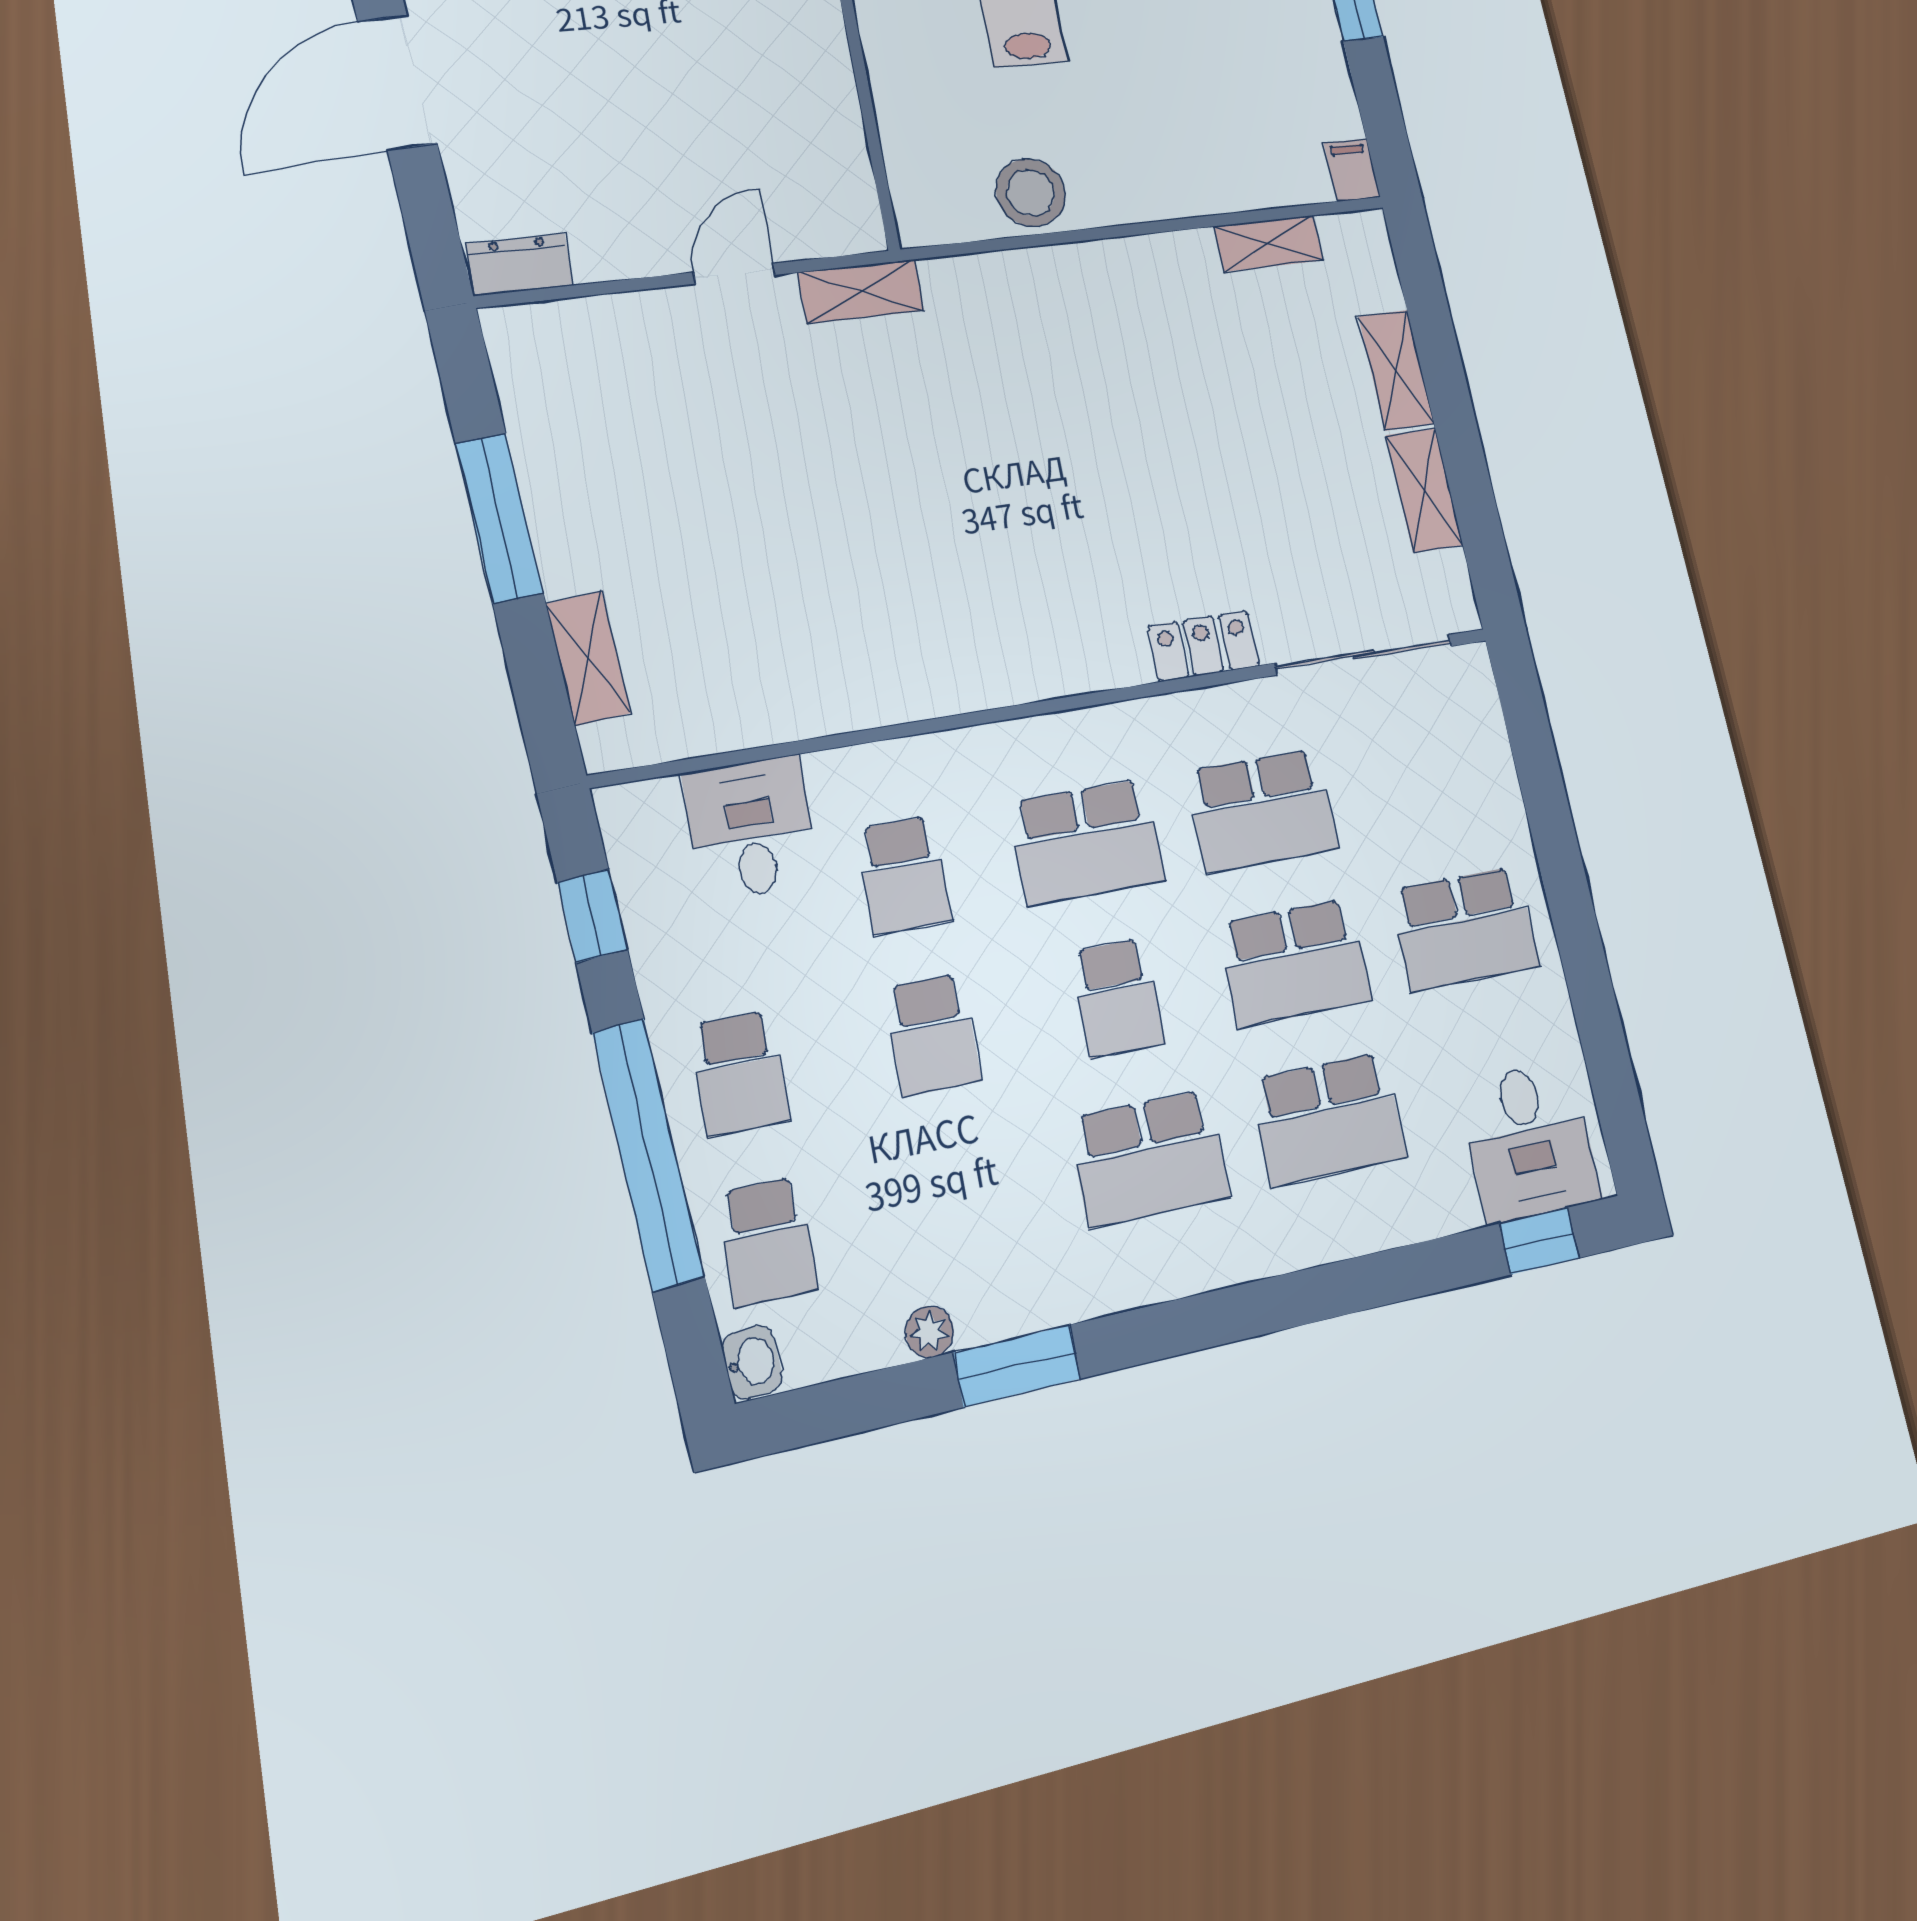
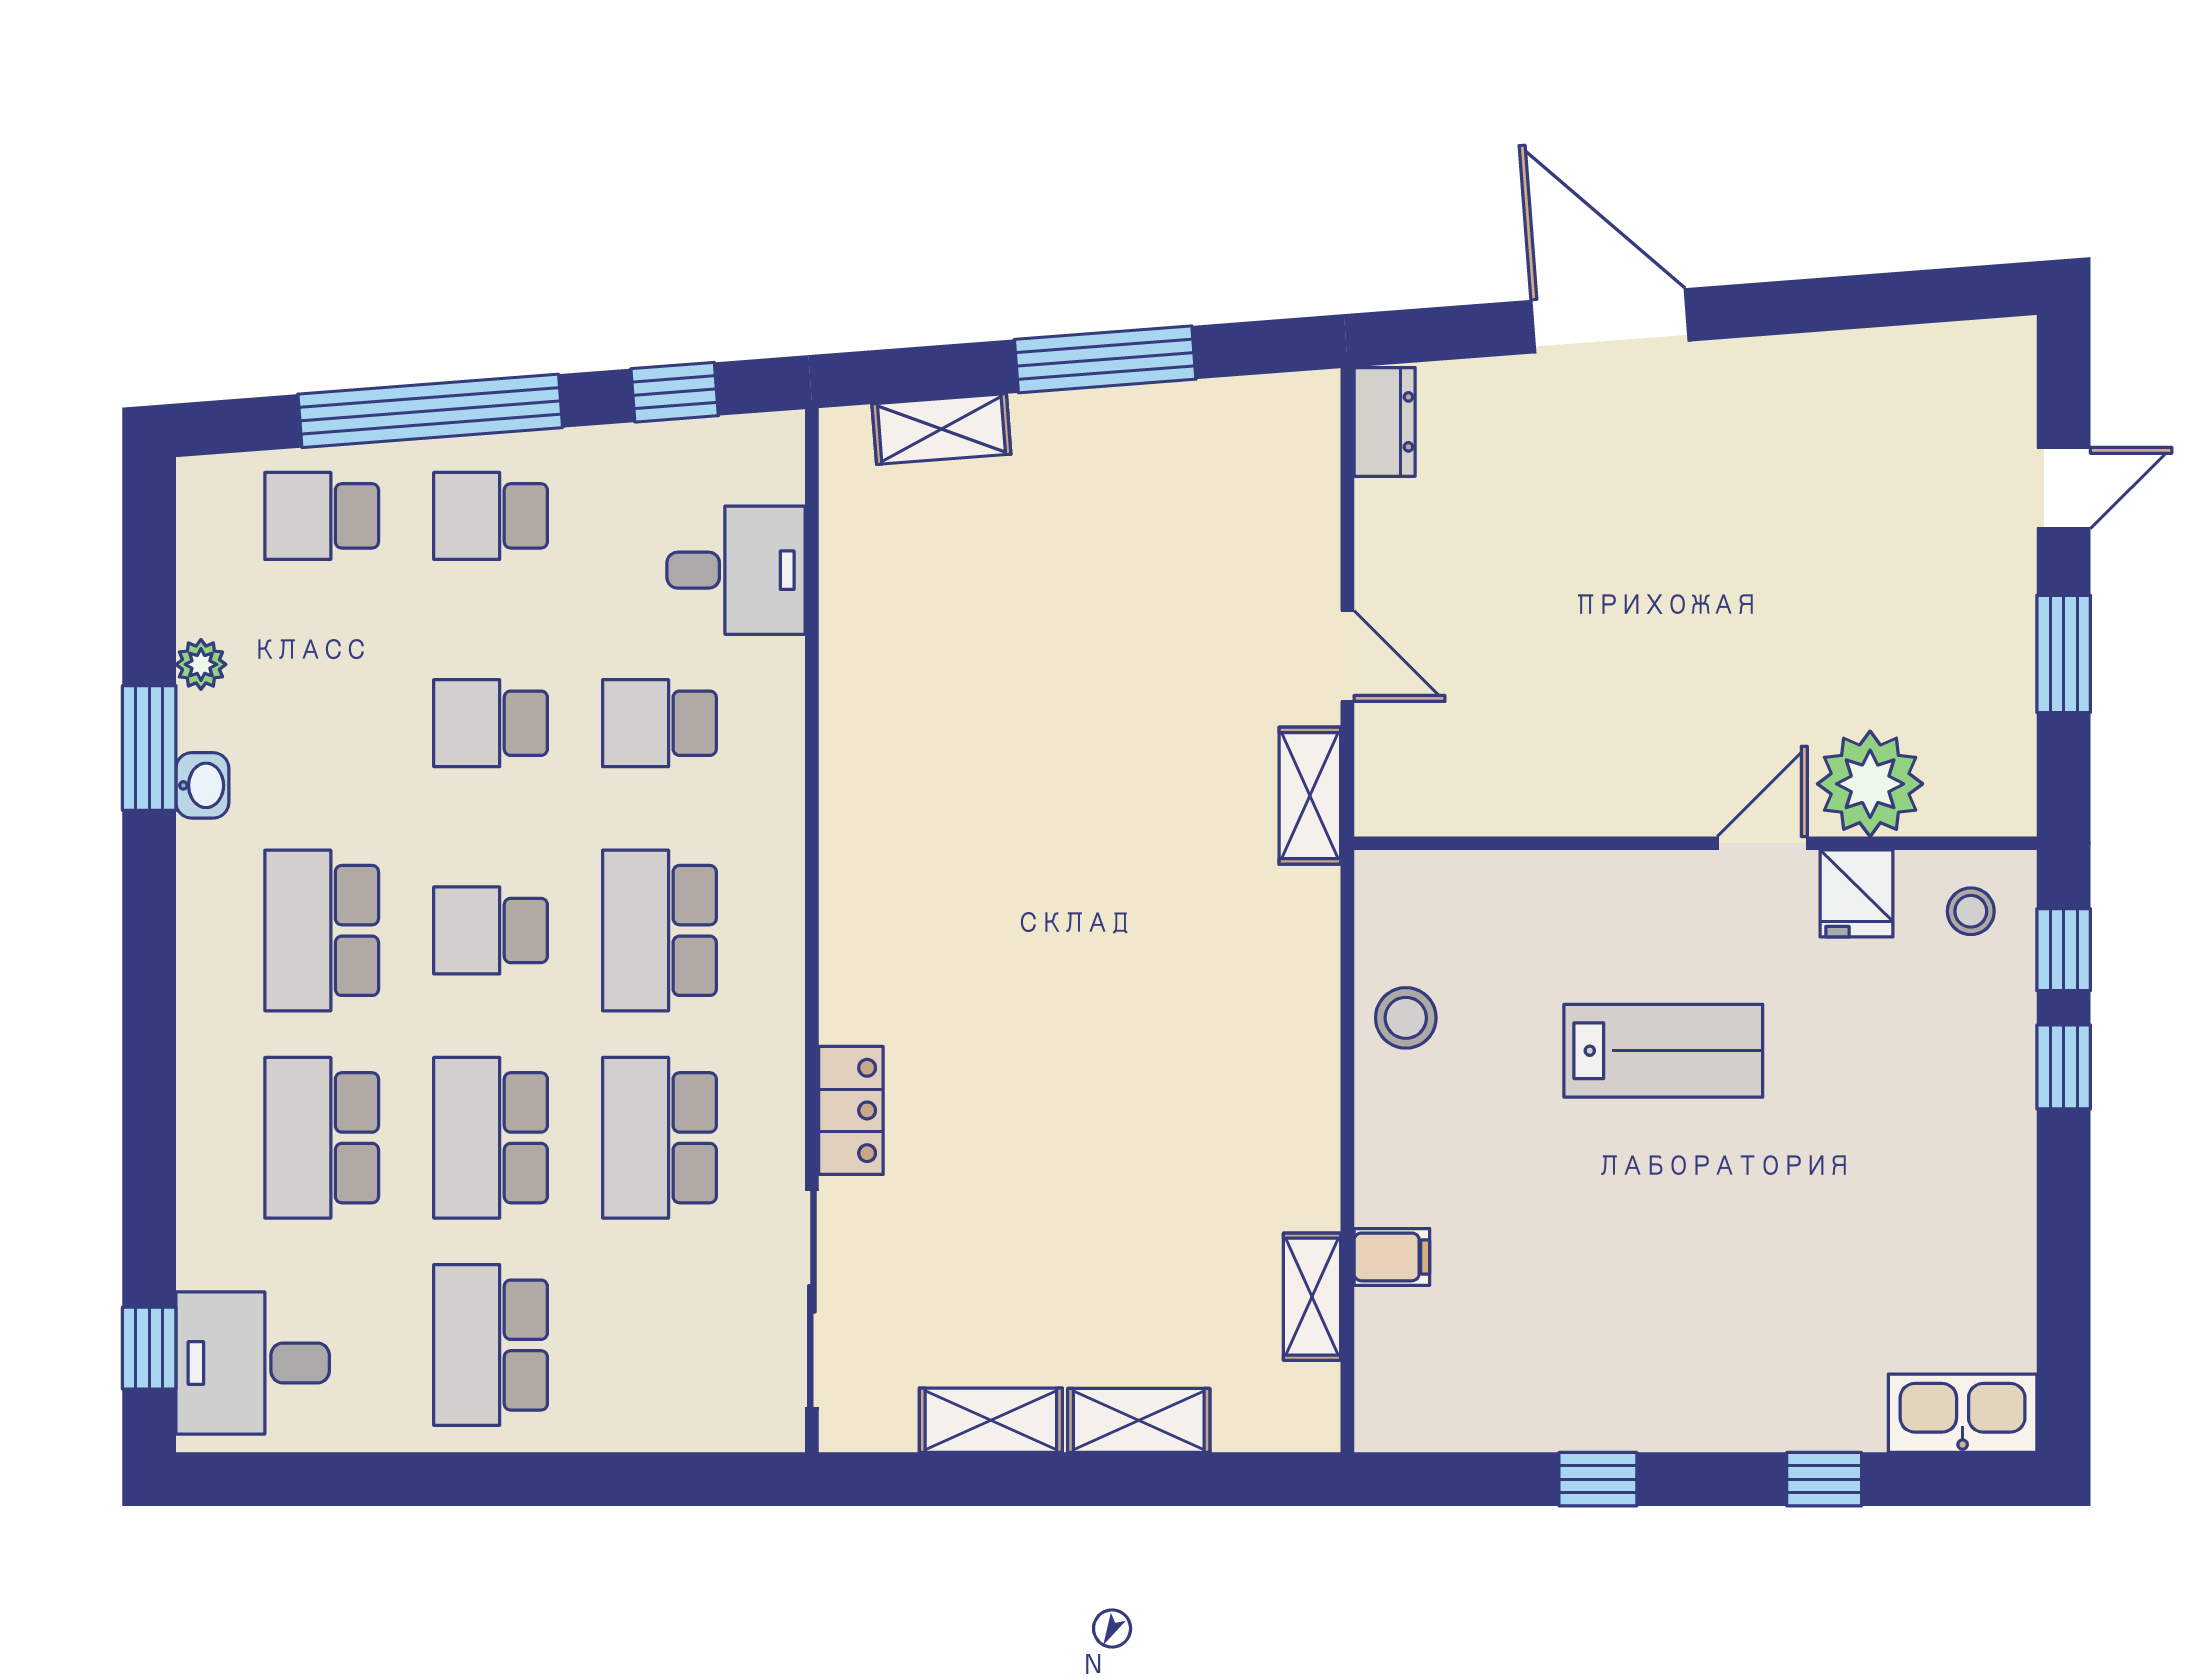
filing cabinet: (1352, 170) -> (1392, 1257), moved
stool: (1031, 193) -> (1406, 1018), width x0.73, depth x0.73
washbasin: (752, 1362) -> (202, 785), moved, turned -86

